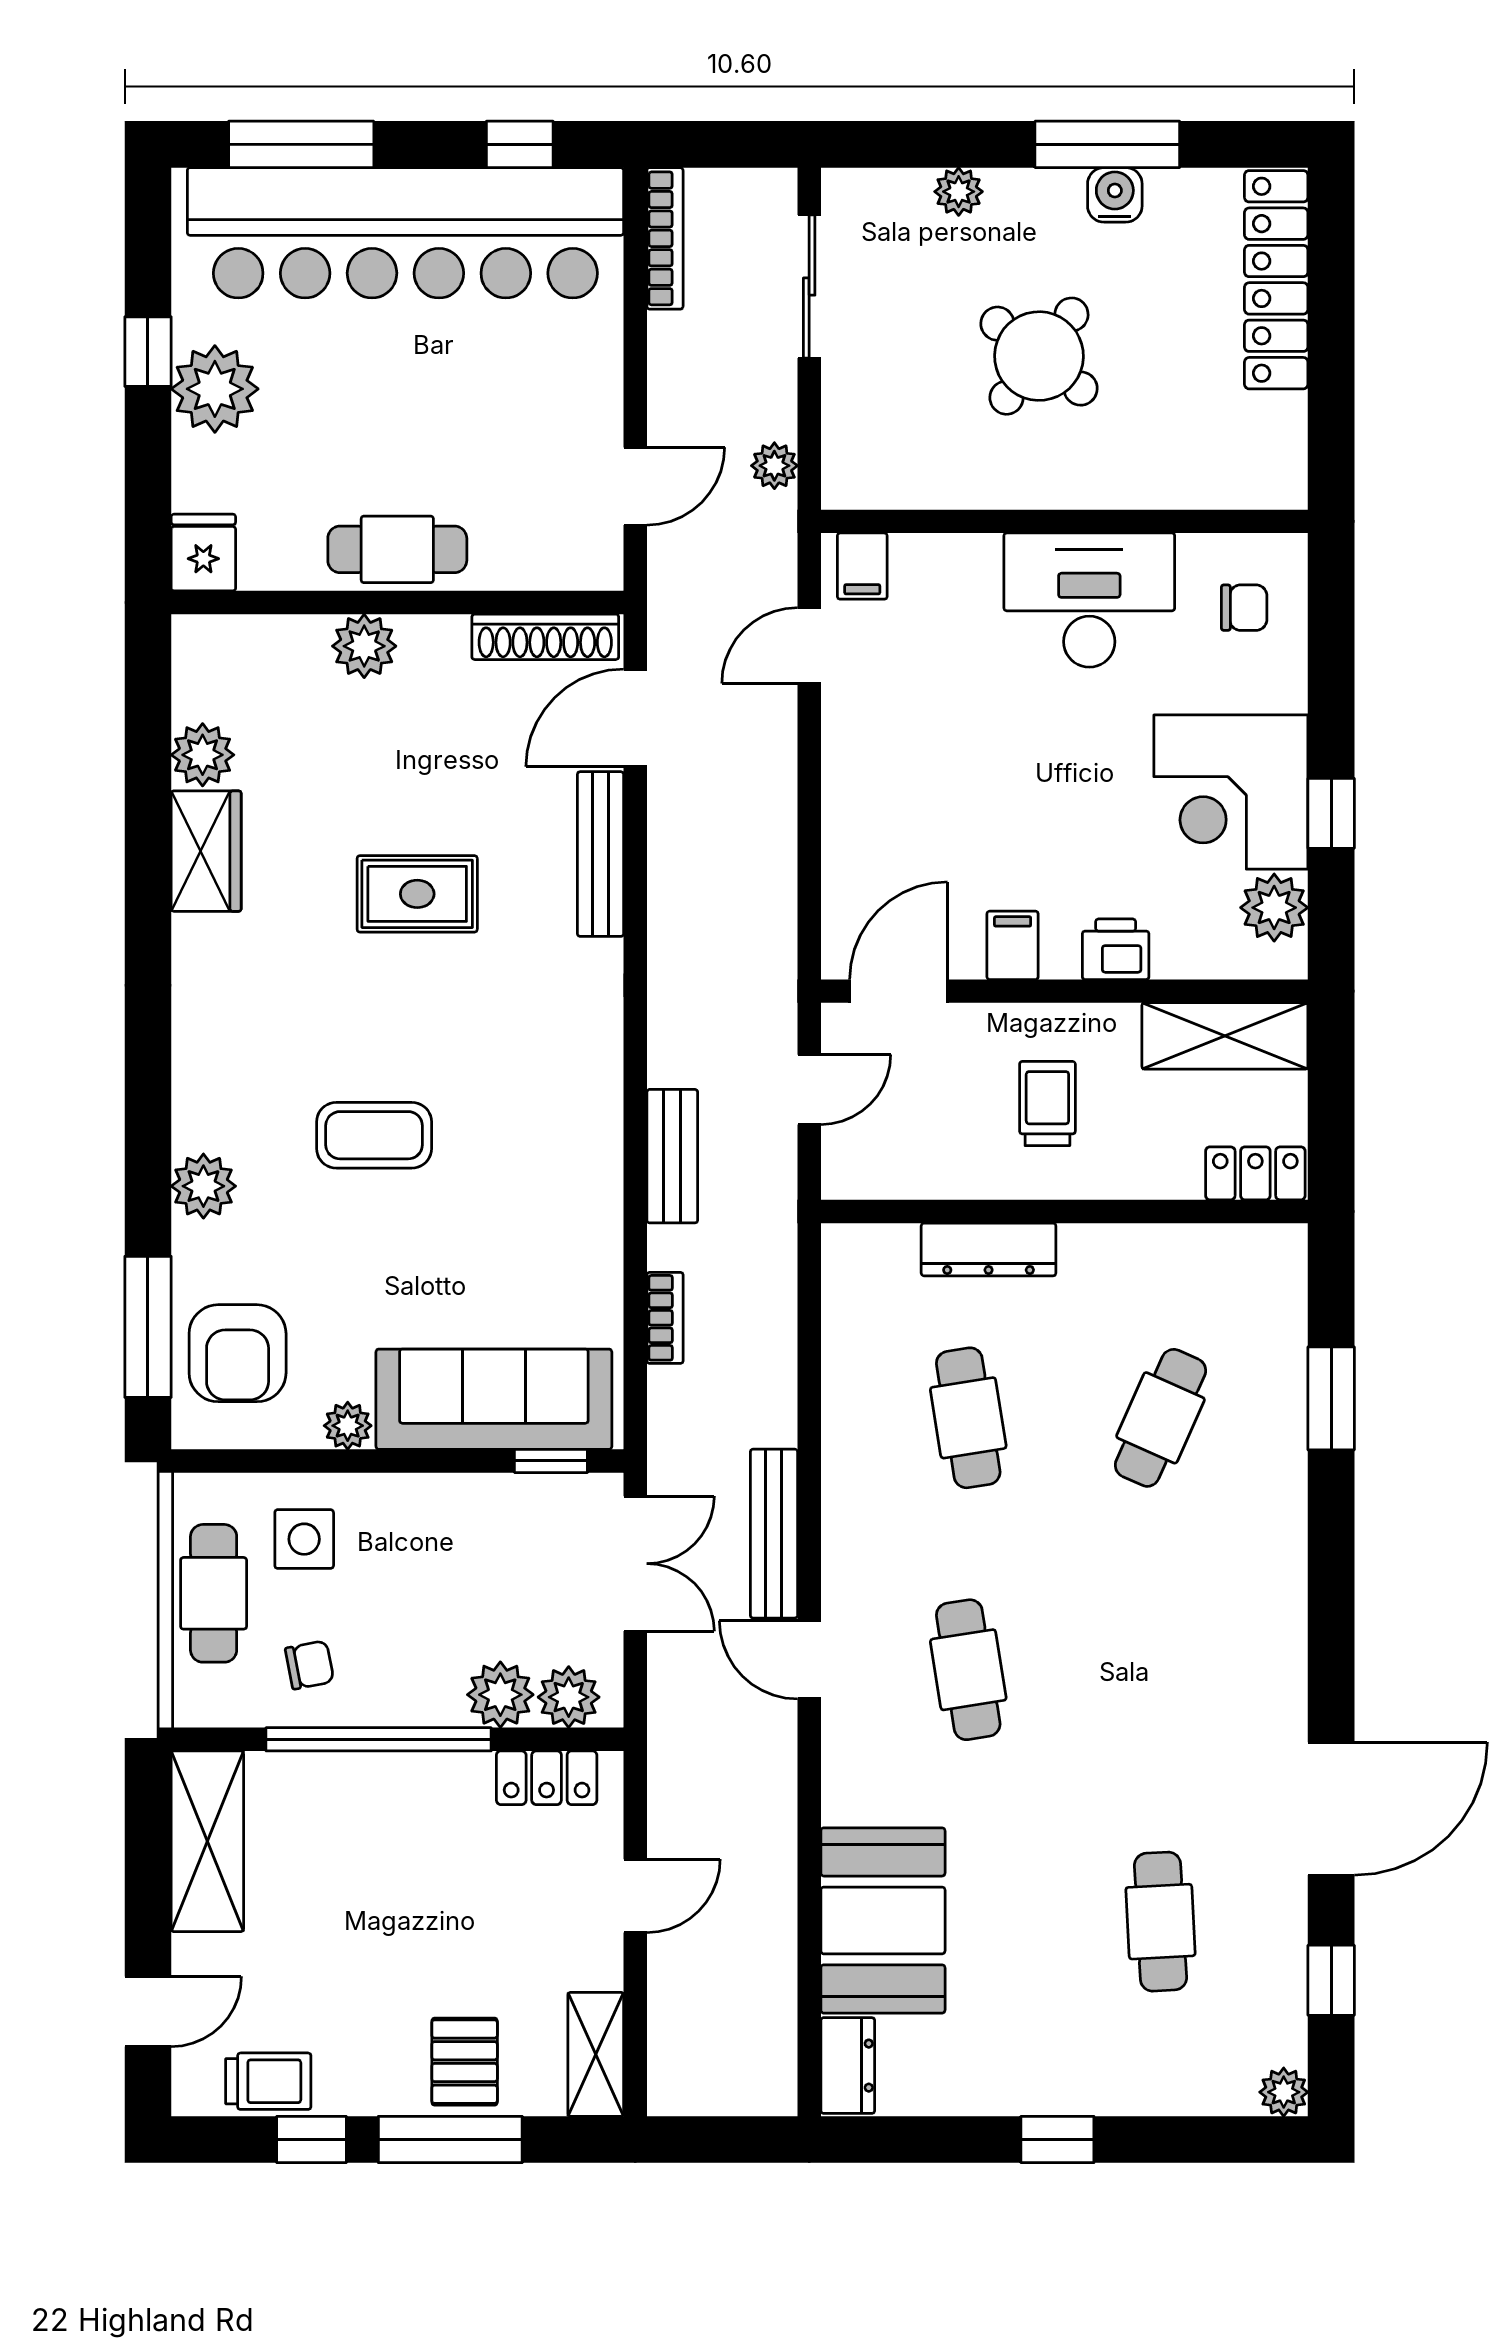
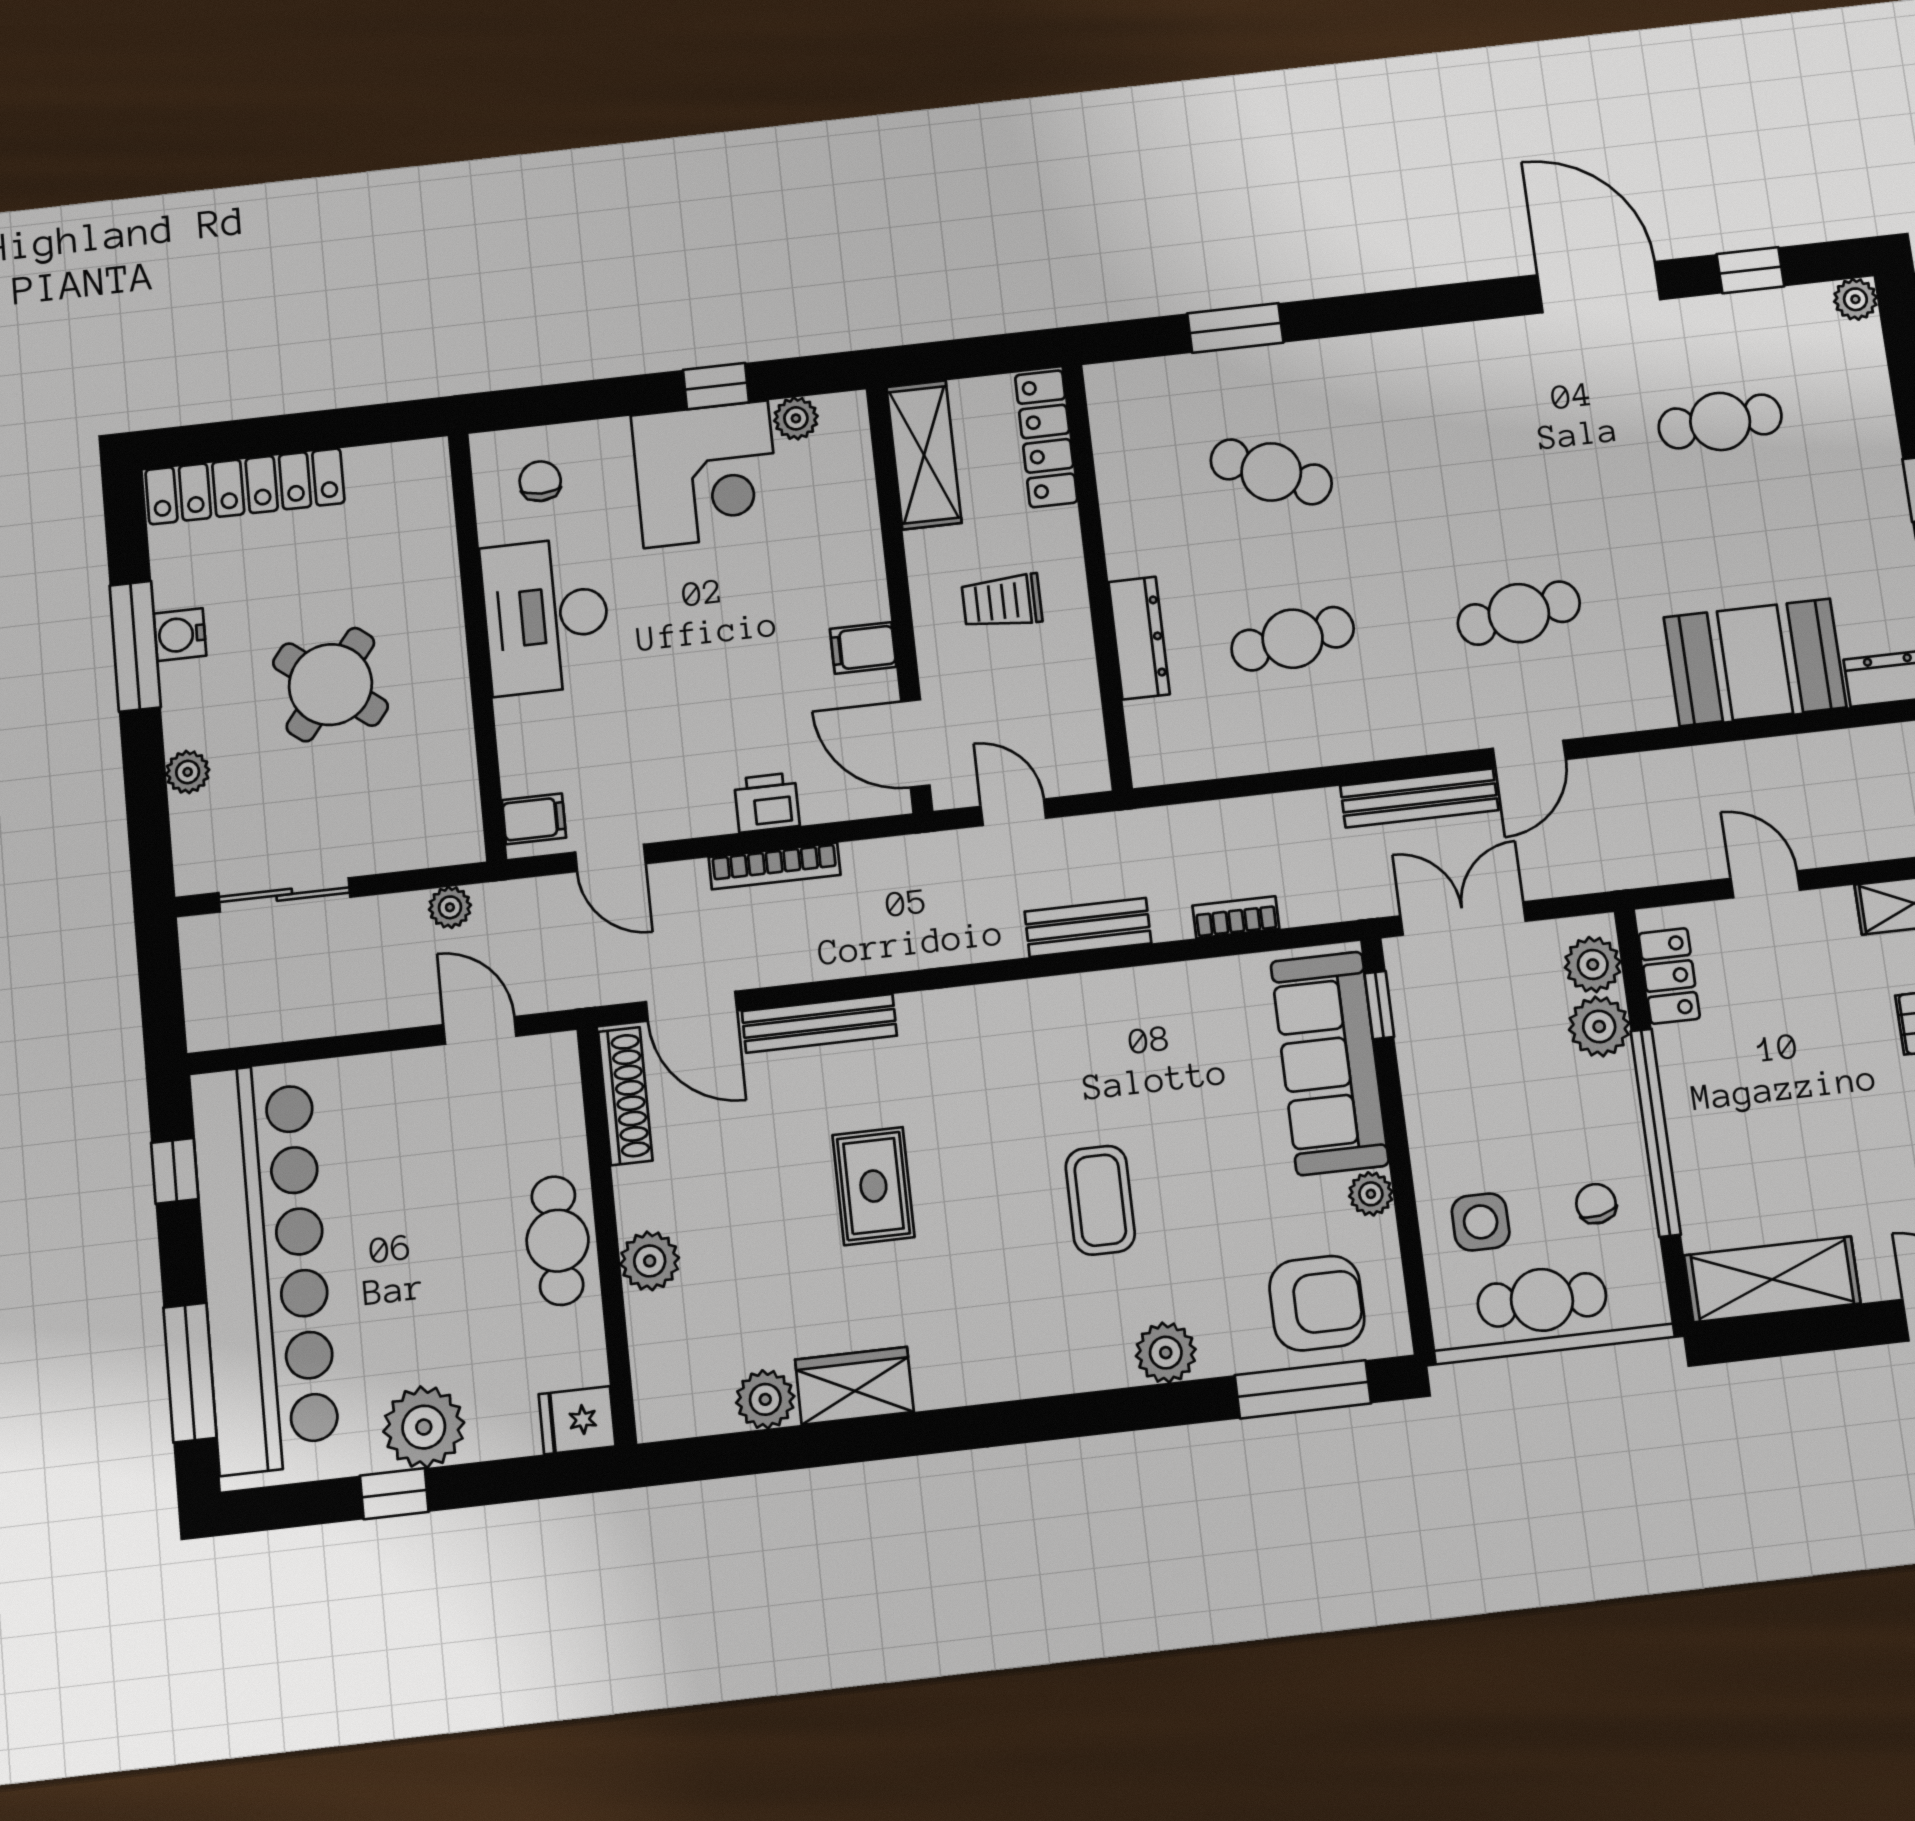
bookcase: (665, 238) -> (775, 866), moved, turned 180
plant: (1274, 908) -> (796, 418), width x0.73, depth x0.73
printer: (1116, 949) -> (767, 803), moved, turned 90
locker: (1255, 1173) -> (1046, 439), width x1.53

